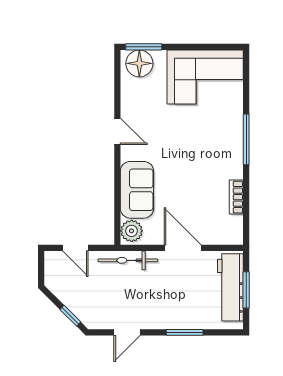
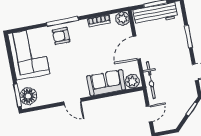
door: (117, 131) -> (73, 102), swing flipped
armchair: (224, 133) -> (61, 36), added
plant: (233, 234) -> (123, 19), added

